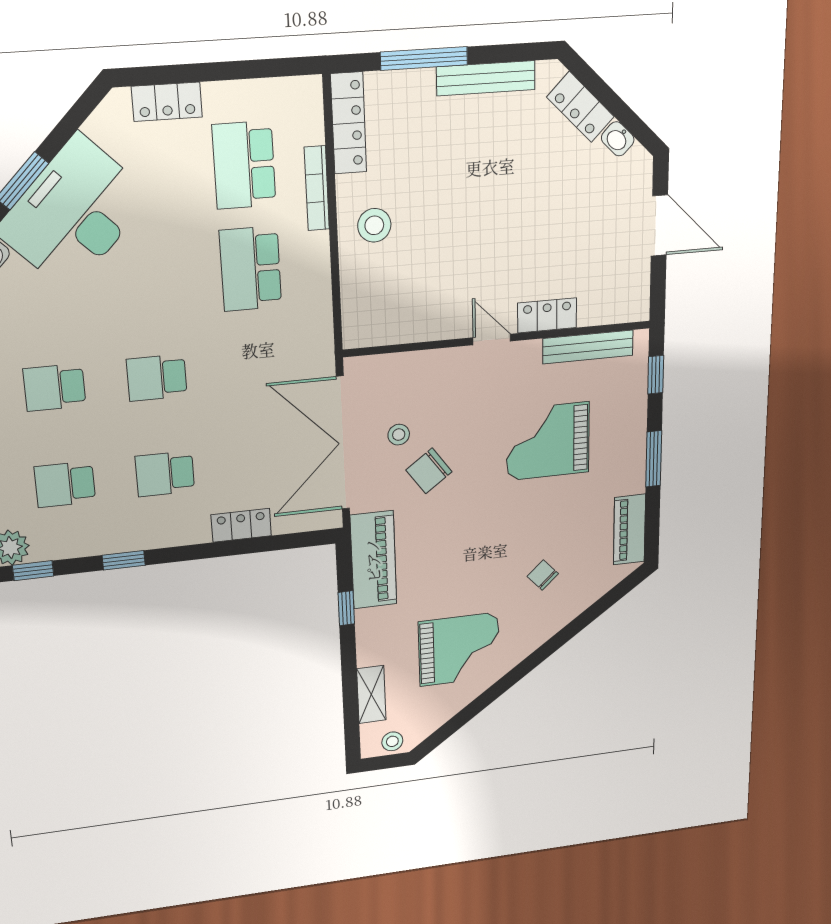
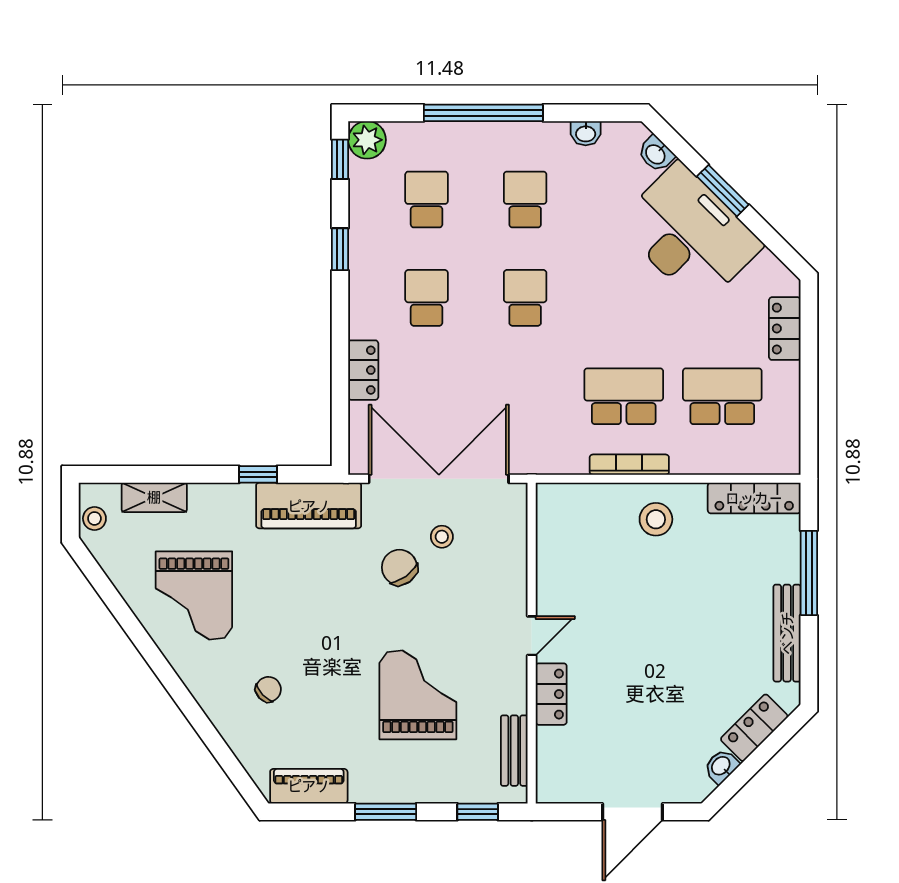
bookcase: (317, 188) -> (629, 465), moved
bench: (588, 347) -> (514, 751), width x0.73

